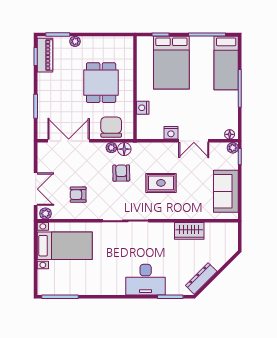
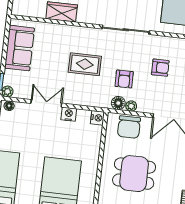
dining table: (101, 83) -> (134, 174), turned 90
nightstand: (143, 108) -> (97, 118), moved
armchair: (78, 195) -> (160, 68), moved

